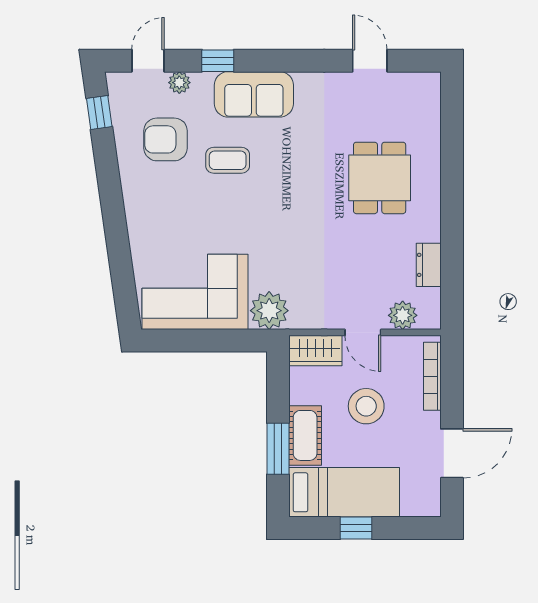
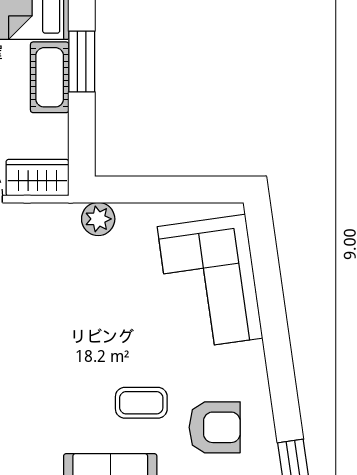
corner sofa: (195, 292) -> (210, 282), moved, turned 82
plant: (269, 311) -> (98, 219), width x0.73, depth x0.73

